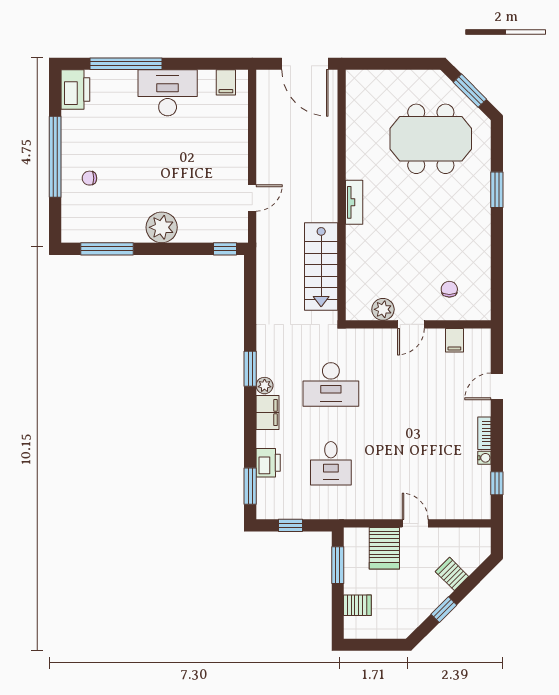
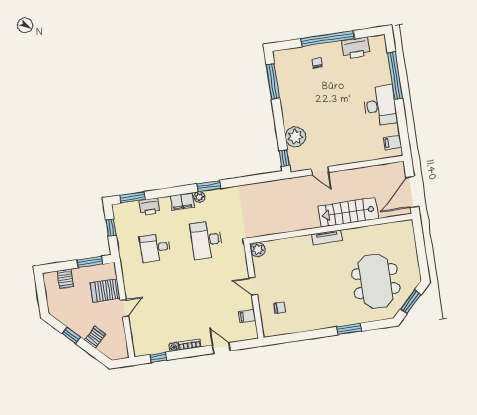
printer: (75, 90) -> (356, 48), moved
plant: (162, 227) -> (295, 137), moved
stairs: (321, 267) -> (348, 212), moved
plant: (383, 309) -> (258, 250), moved

